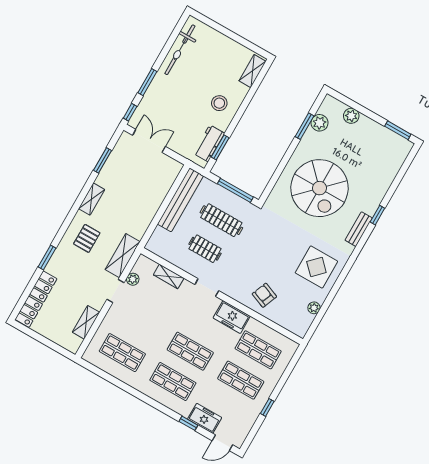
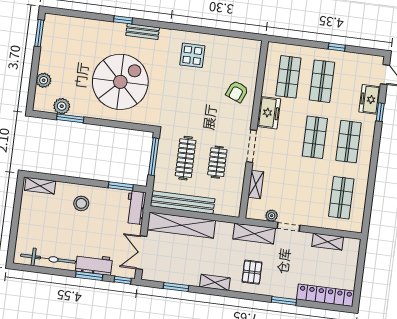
workbench: (156, 91) -> (94, 264), added
workbench: (209, 143) -> (136, 208), moved, turned 90
shelving: (159, 190) -> (181, 225), added
pallet: (87, 238) -> (252, 272), turned 90
display table: (316, 267) -> (192, 55), width x0.73, depth x0.73
doorway: (207, 288) -> (252, 146), width x1.38
plant: (314, 308) -> (230, 42), removed

